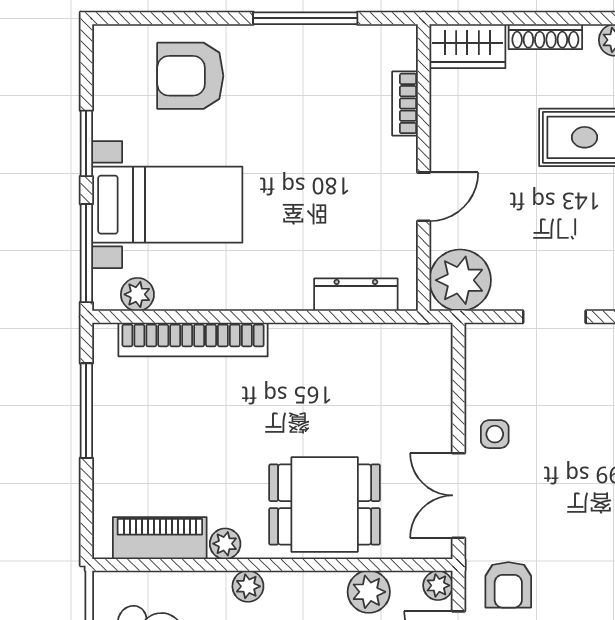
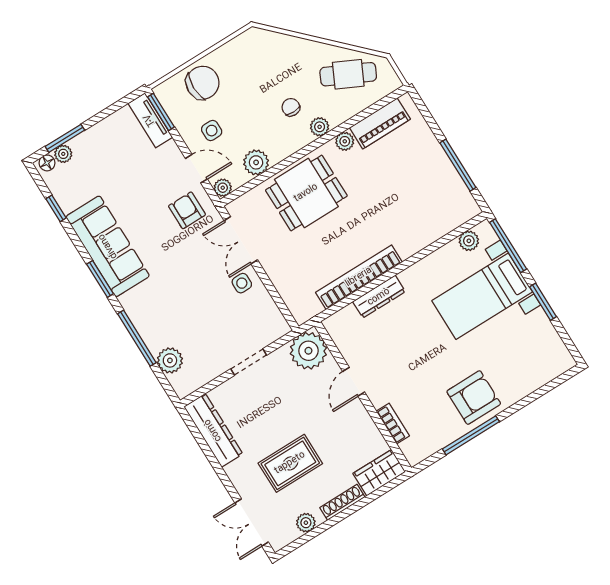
armchair: (190, 76) -> (474, 398), moved
dresser: (356, 295) -> (379, 297), moved
bookcase: (193, 340) -> (359, 277), moved
double door: (458, 495) -> (241, 240), swing flipped

